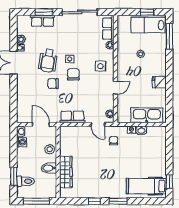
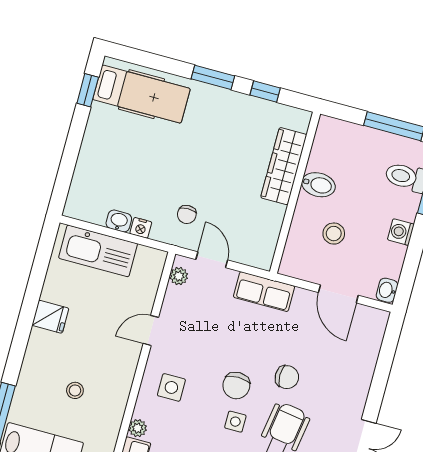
washing machine: (22, 142) -> (401, 232), moved
wall: (58, 162) -> (295, 193), moved
bidet: (49, 168) -> (318, 185), moved
wardrobe: (66, 172) -> (284, 166), moved

